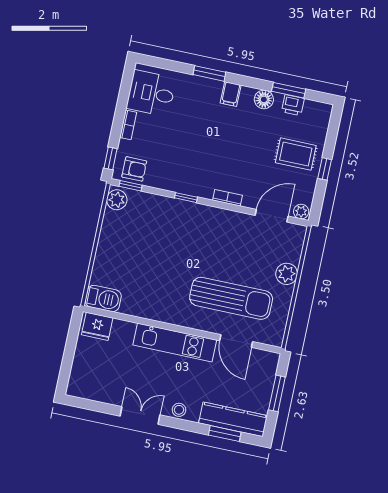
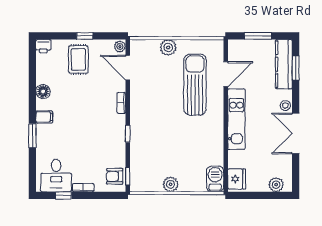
window: (289, 90) -> (32, 75), removed
printer: (293, 105) -> (43, 46), moved, turned 90
window: (111, 158) -> (63, 195), moved
armchair: (134, 169) -> (115, 176), turned -90
plant: (117, 200) -> (171, 184), moved
plant: (79, 376) -> (276, 185), added
double door: (140, 416) -> (296, 133), width x1.37

